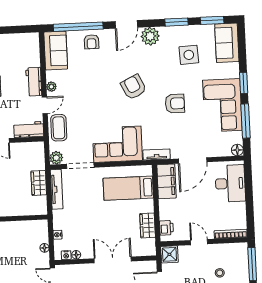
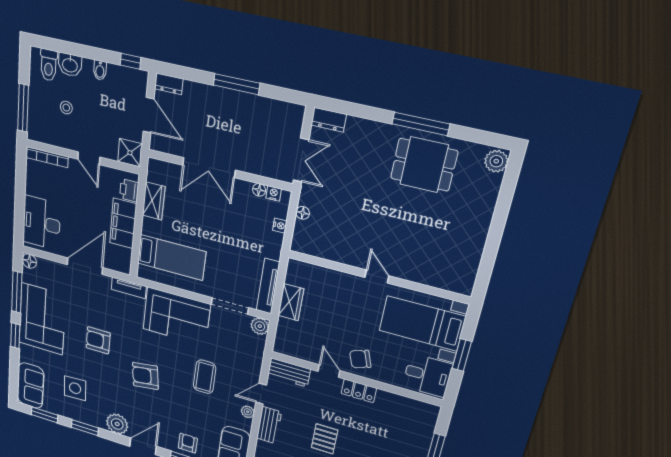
armchair: (134, 87) -> (145, 376), turned 108
coffee table: (59, 128) -> (205, 377), moved
filing cabinet: (167, 181) -> (123, 223), moved

